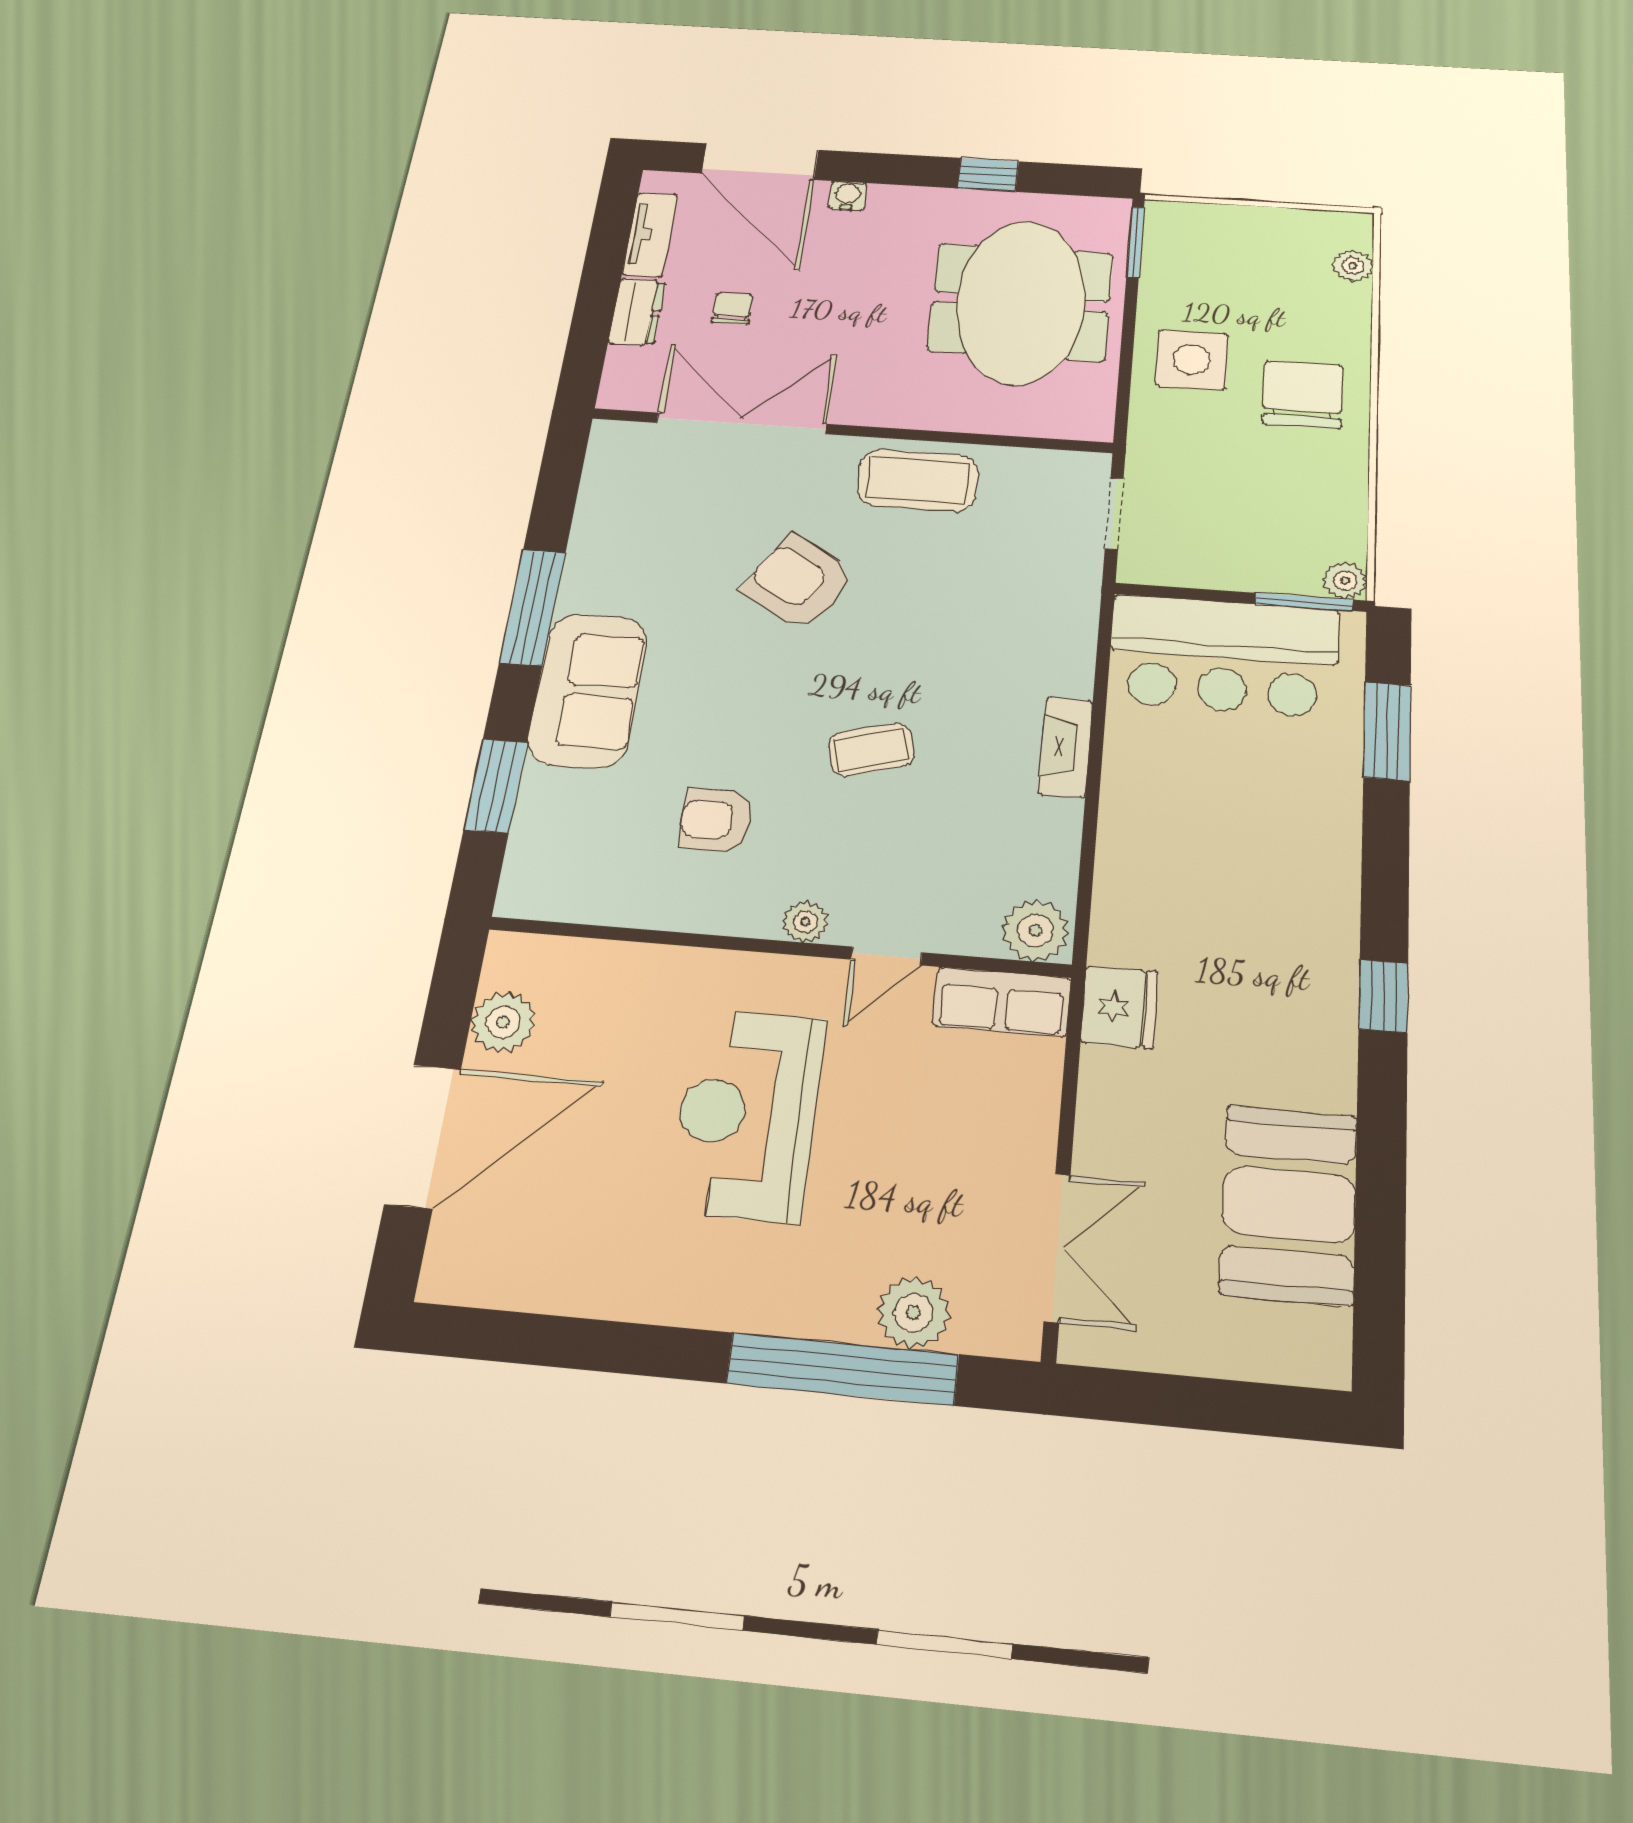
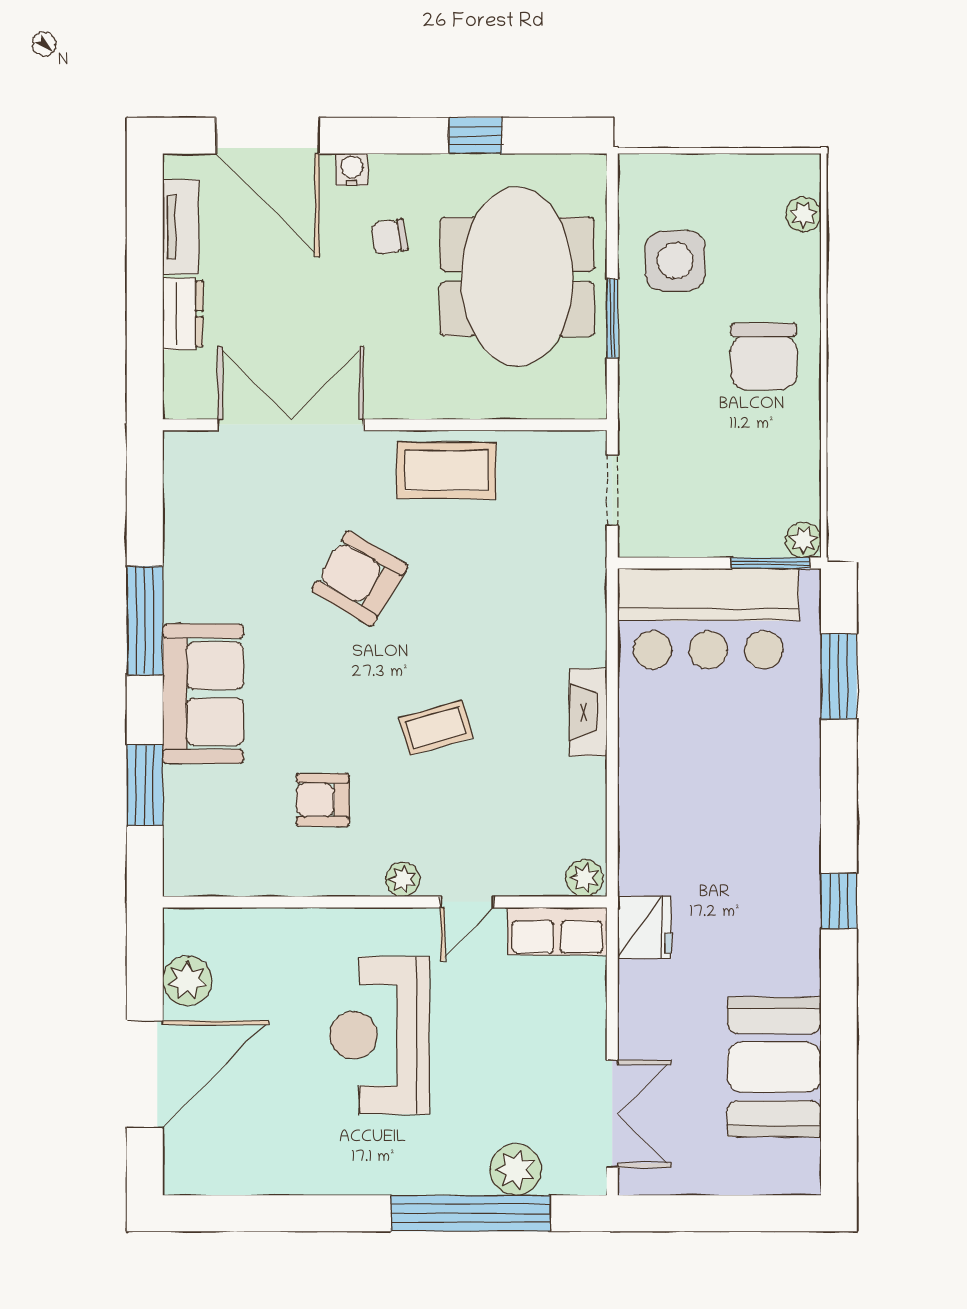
window: (1135, 242) -> (612, 319), moved
chair: (732, 308) -> (389, 237), moved, turned -99
side table: (1192, 360) -> (675, 261), moved
chair: (1303, 394) -> (764, 357), turned 180
plant: (1036, 930) -> (585, 878), width x0.73, depth x0.73

